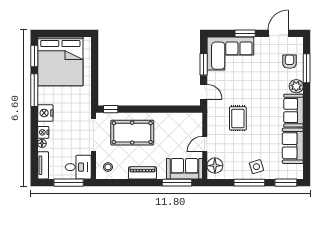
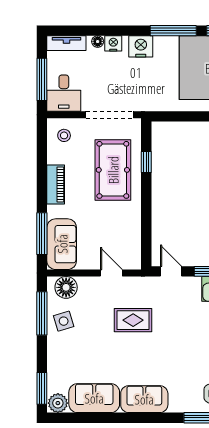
plant: (296, 86) -> (58, 403), moved
door: (204, 92) -> (171, 271), swing flipped
window: (111, 109) -> (146, 162), moved
door: (205, 144) -> (111, 273), moved
side table: (256, 167) -> (64, 321), moved
window: (249, 183) -> (42, 313), moved

